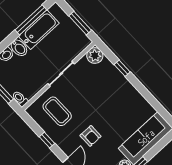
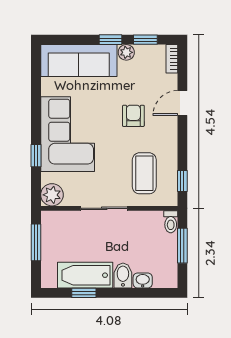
window: (31, 20) -> (84, 293), width x0.46
corner sofa: (116, 95) -> (68, 134), added
window: (47, 140) -> (182, 181), moved

